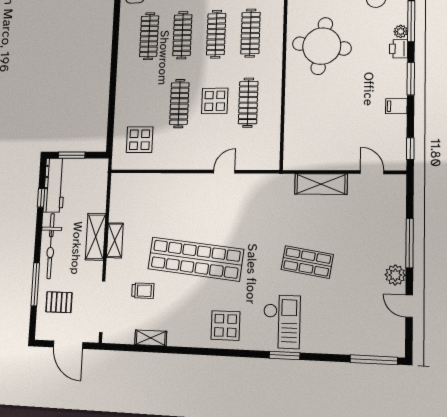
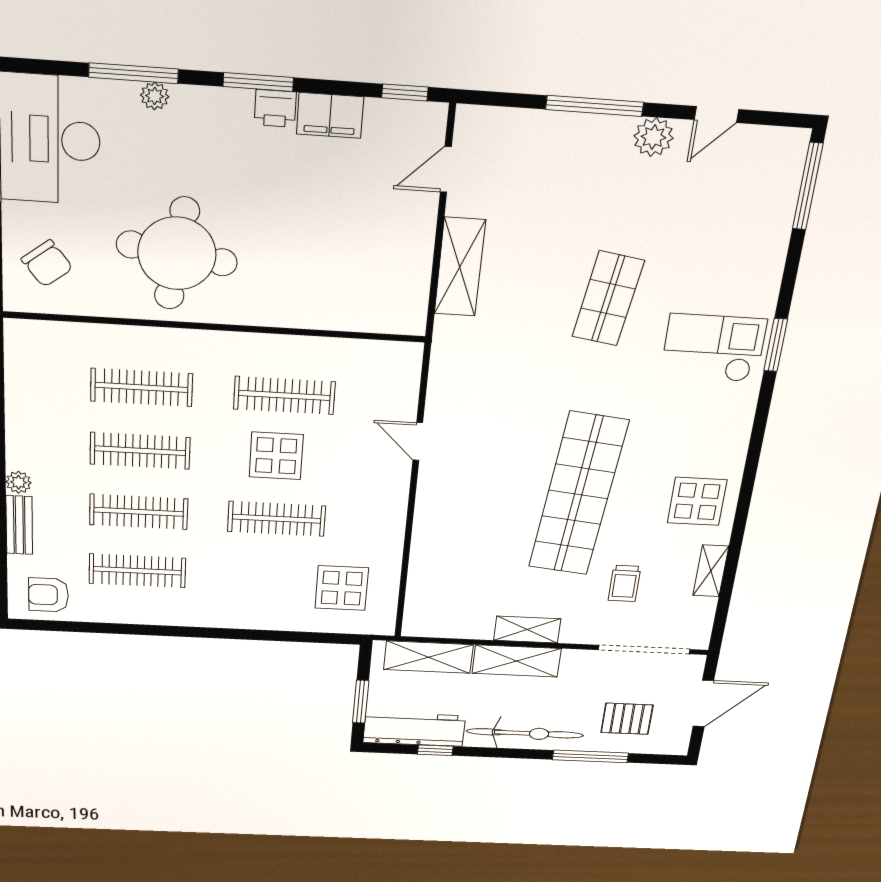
printer: (399, 49) -> (275, 108), moved
filing cabinet: (396, 106) -> (330, 115), width x2.00
shelving: (98, 189) -> (428, 657), added
trolley: (143, 291) -> (625, 583), turned 180
pallet: (59, 302) -> (627, 719), turned 90
display table: (225, 326) -> (697, 501), moved

